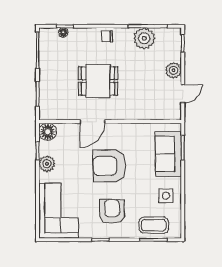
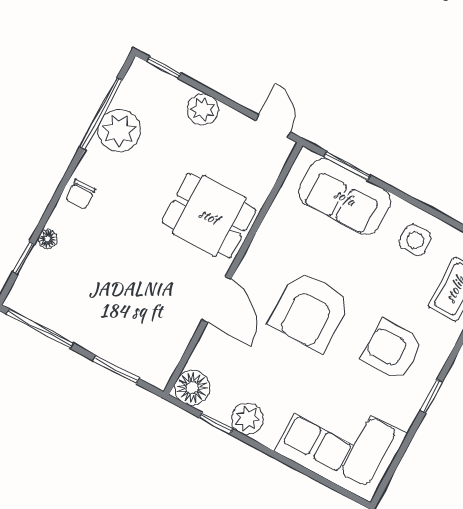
floor lamp: (63, 32) -> (48, 239), moved
dining table: (98, 81) -> (209, 216), moved, turned 90
door: (183, 94) -> (273, 126), moved

